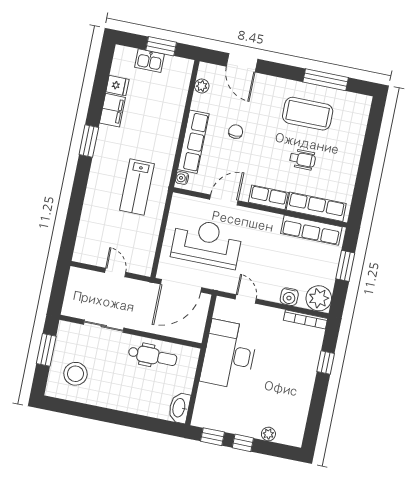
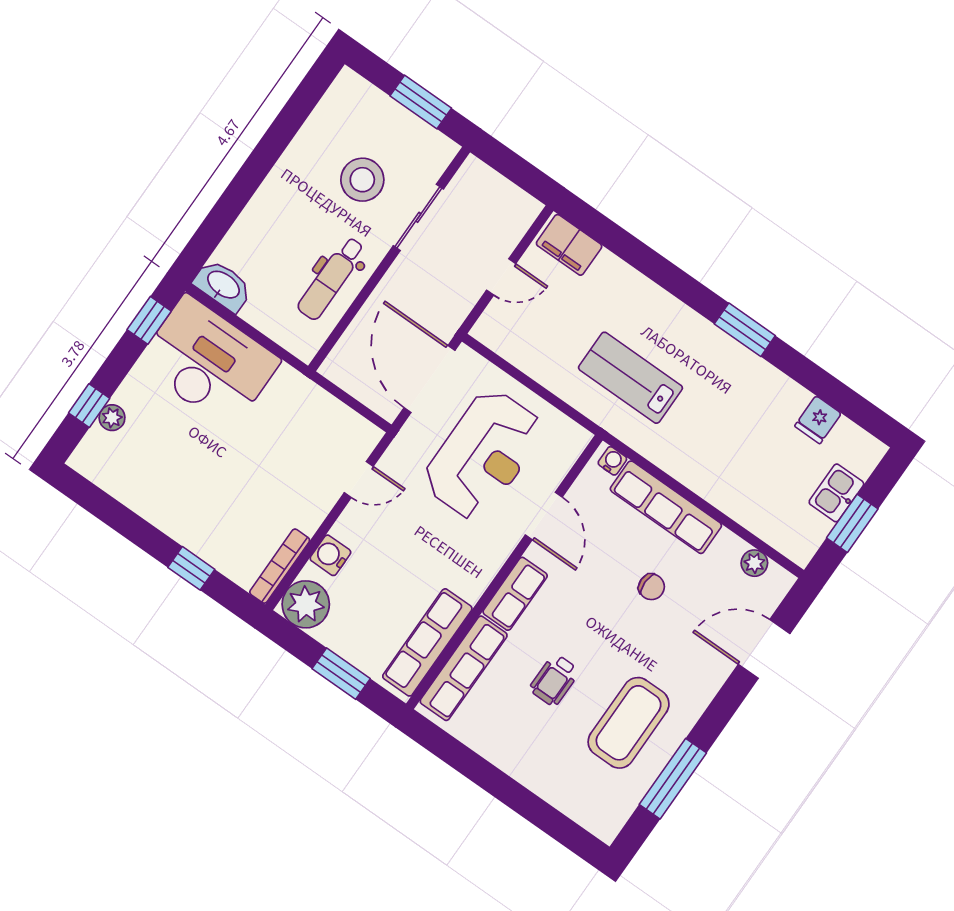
filing cabinet: (112, 110) -> (569, 245), moved
desk: (229, 355) -> (208, 362), moved
stool: (75, 374) -> (362, 180), moved
window: (243, 443) -> (89, 406), moved

